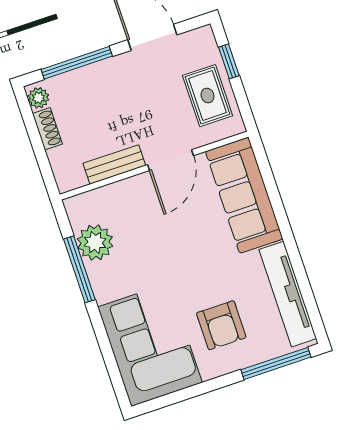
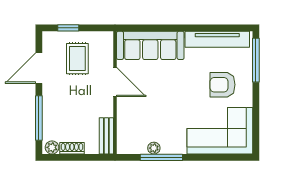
rug: (208, 96) -> (77, 59), moved, turned 90
bench: (114, 165) -> (106, 136), moved
plant: (95, 242) -> (154, 148), width x0.53, depth x0.53
armchair: (221, 325) -> (222, 85), turned 180

